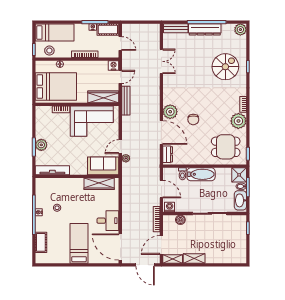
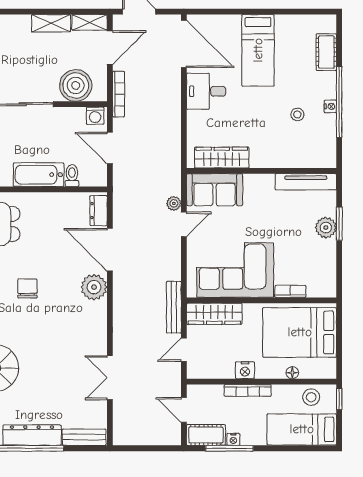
nightstand: (114, 65) -> (245, 370), moved
chair: (193, 119) -> (27, 289), moved
boiler: (180, 220) -> (76, 85), width x1.86, depth x1.86

